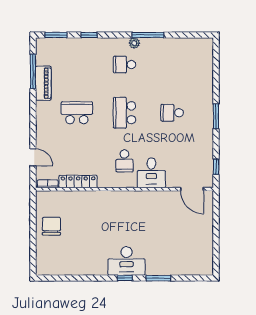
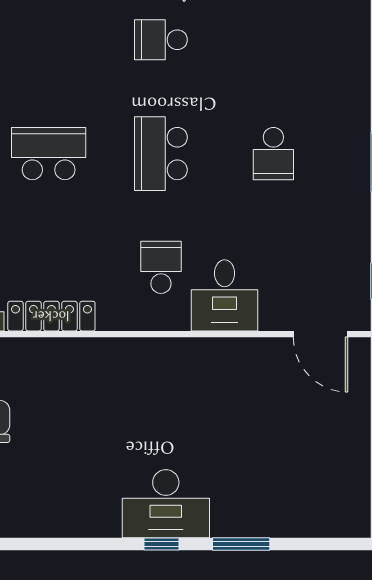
school desk: (172, 113) -> (273, 154), turned -90
school desk: (124, 161) -> (161, 267), turned 180

